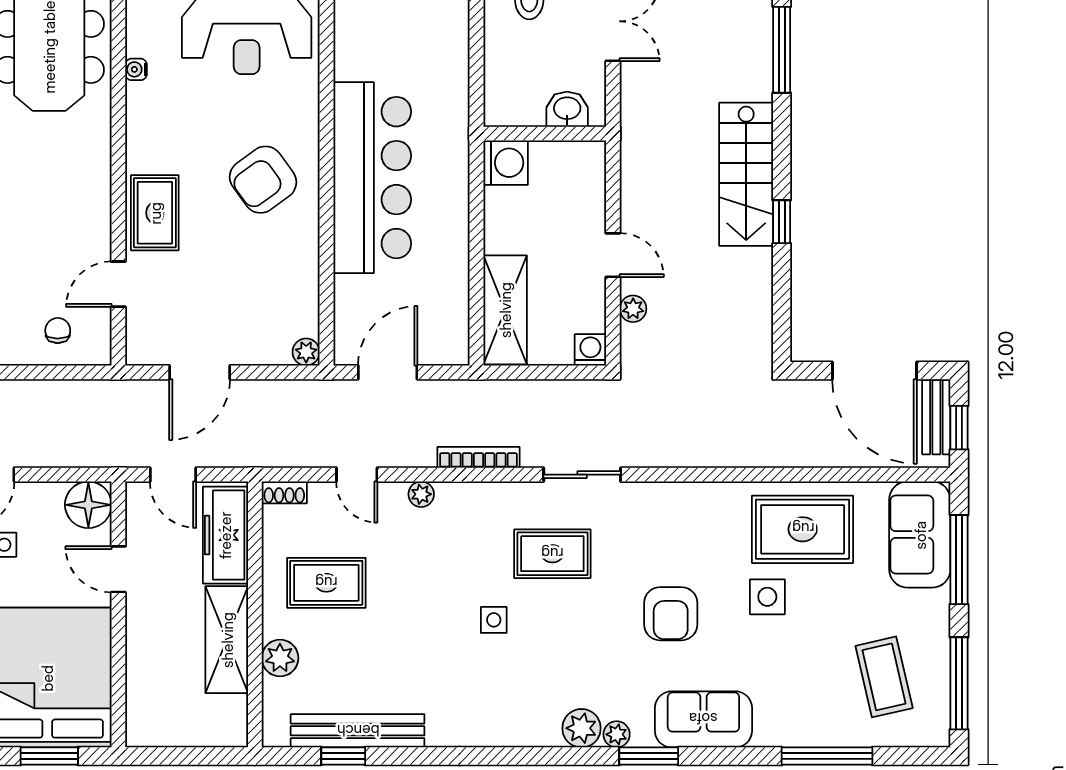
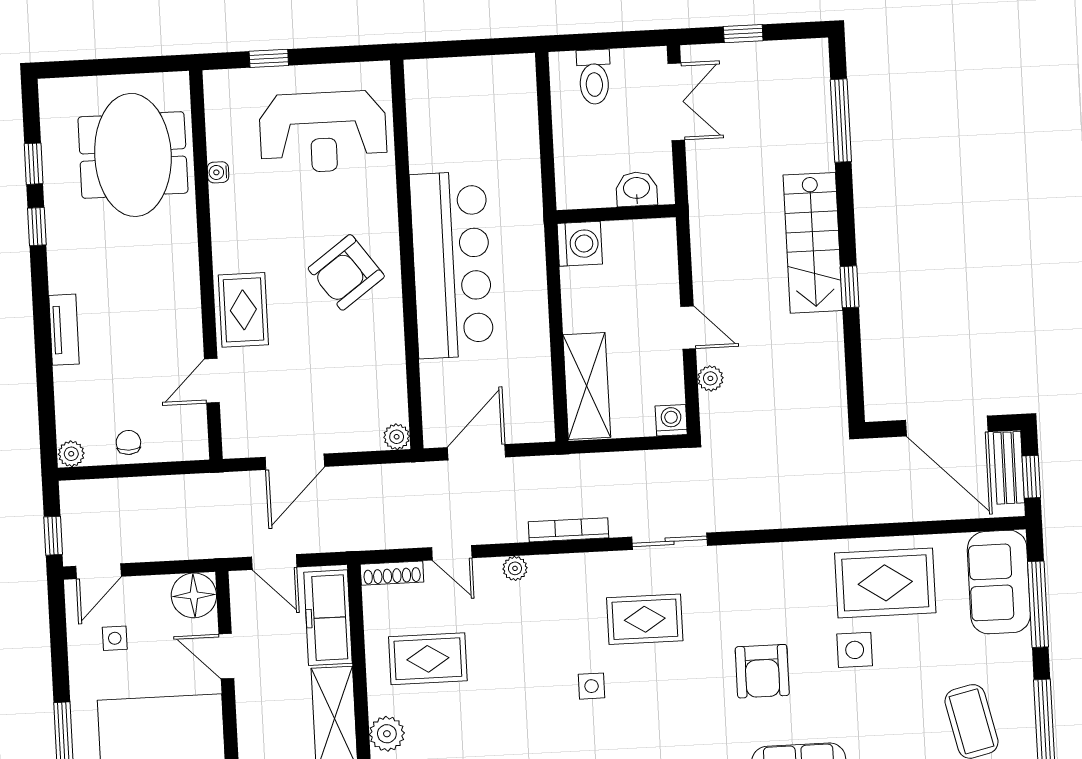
chair: (58, 330) -> (128, 442), moved
shoe rack: (284, 492) -> (392, 573), width x1.43

